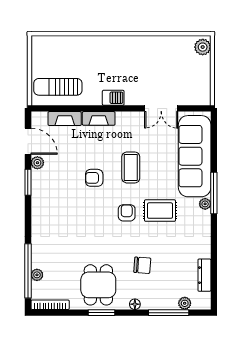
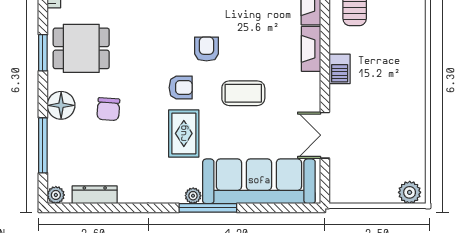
armchair: (94, 178) -> (206, 49), moved
plant: (185, 303) -> (56, 195), moved
floor lamp: (135, 304) -> (61, 105), width x1.89, depth x1.89

